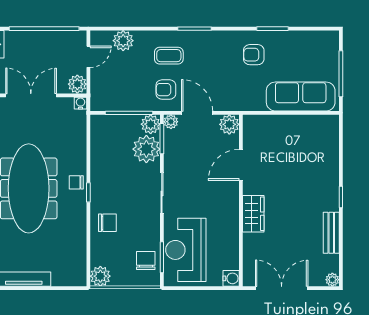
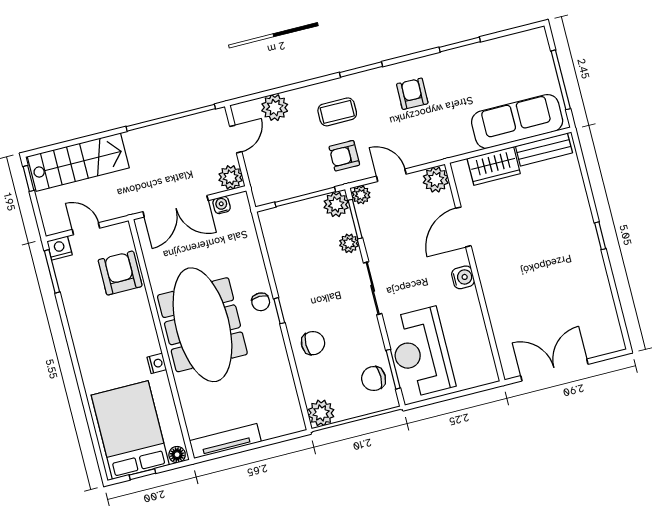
armchair: (254, 55) -> (412, 94), moved, turned 91
double door: (31, 95) -> (176, 206), swing flipped
water cooler: (81, 103) -> (222, 205), moved
door: (197, 113) -> (391, 175), width x0.73
plant: (146, 149) -> (349, 243), width x0.53, depth x0.53
chair: (76, 182) -> (261, 302), turned -91
wardrobe: (253, 214) -> (494, 166), moved, turned 90
bench: (331, 233) -> (544, 149), moved, turned 90
chair: (146, 261) -> (374, 379), turned -90
water cooler: (231, 278) -> (463, 277), moved
plant: (332, 280) -> (616, 343), removed

